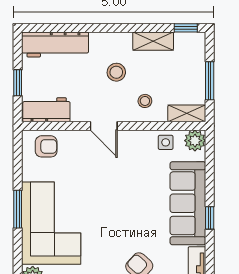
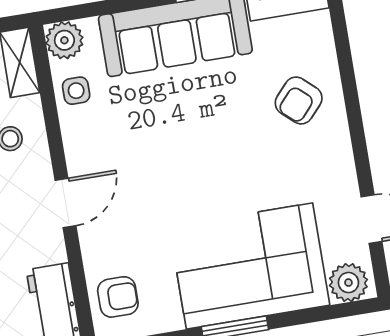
armchair: (46, 146) -> (118, 297), turned 90

